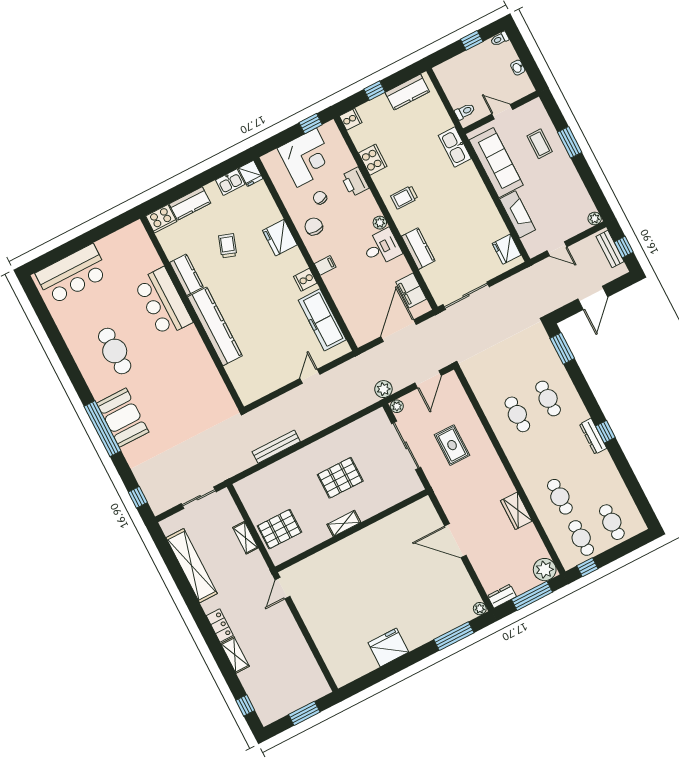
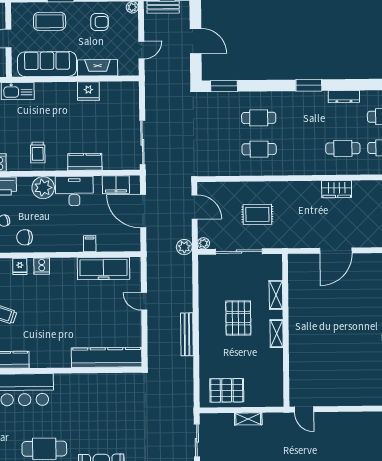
coffee table: (540, 144) -> (50, 21), width x1.36, depth x1.30
armchair: (564, 193) -> (99, 22), added
plant: (380, 223) -> (43, 188), width x1.87, depth x1.87
fridge: (280, 238) -> (20, 266), width x0.53, depth x0.75
desk: (382, 248) -> (74, 191), width x1.37
fridge: (507, 249) -> (88, 91), moved
filing cabinet: (325, 265) -> (90, 244), moved
cooker: (305, 280) -> (42, 266), moved
kitchen counter: (215, 326) -> (107, 357), moved
window: (605, 432) -> (309, 85), width x1.50
dresser: (593, 436) -> (344, 97), moved
bench: (276, 447) -> (187, 334), moved
shelving: (382, 503) -> (276, 295), added
pallet: (279, 529) -> (227, 390), moved, turned 90

